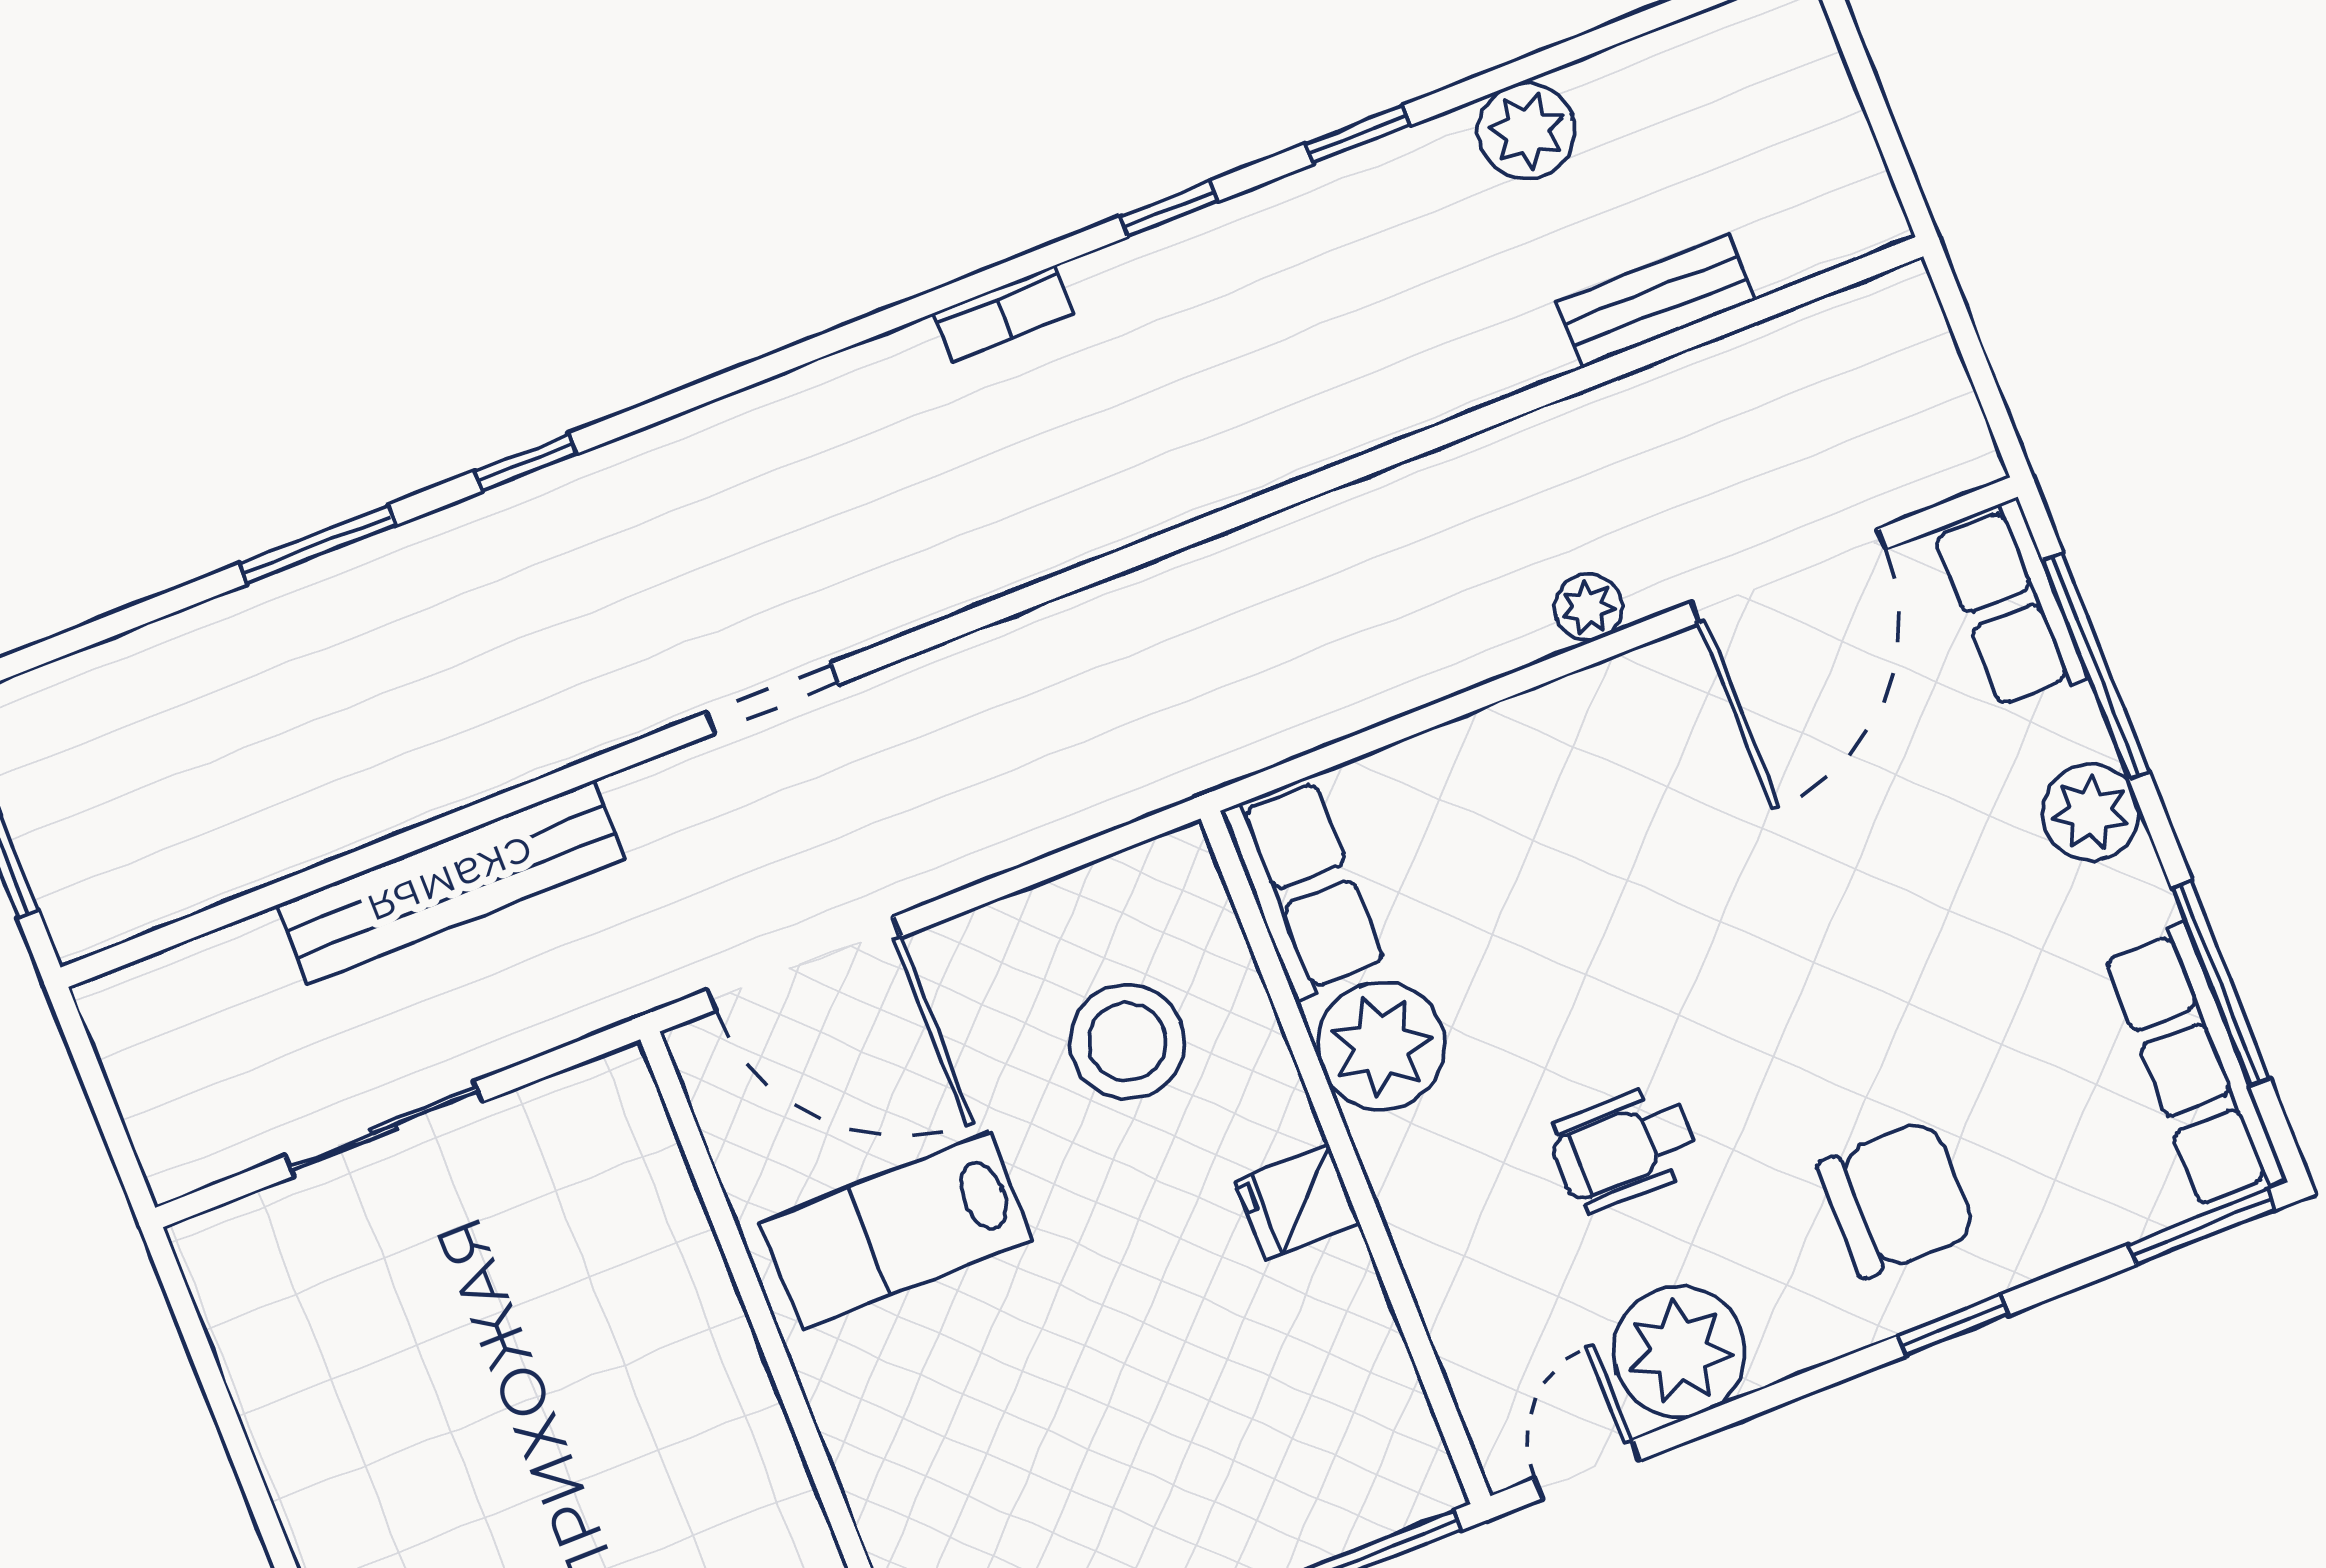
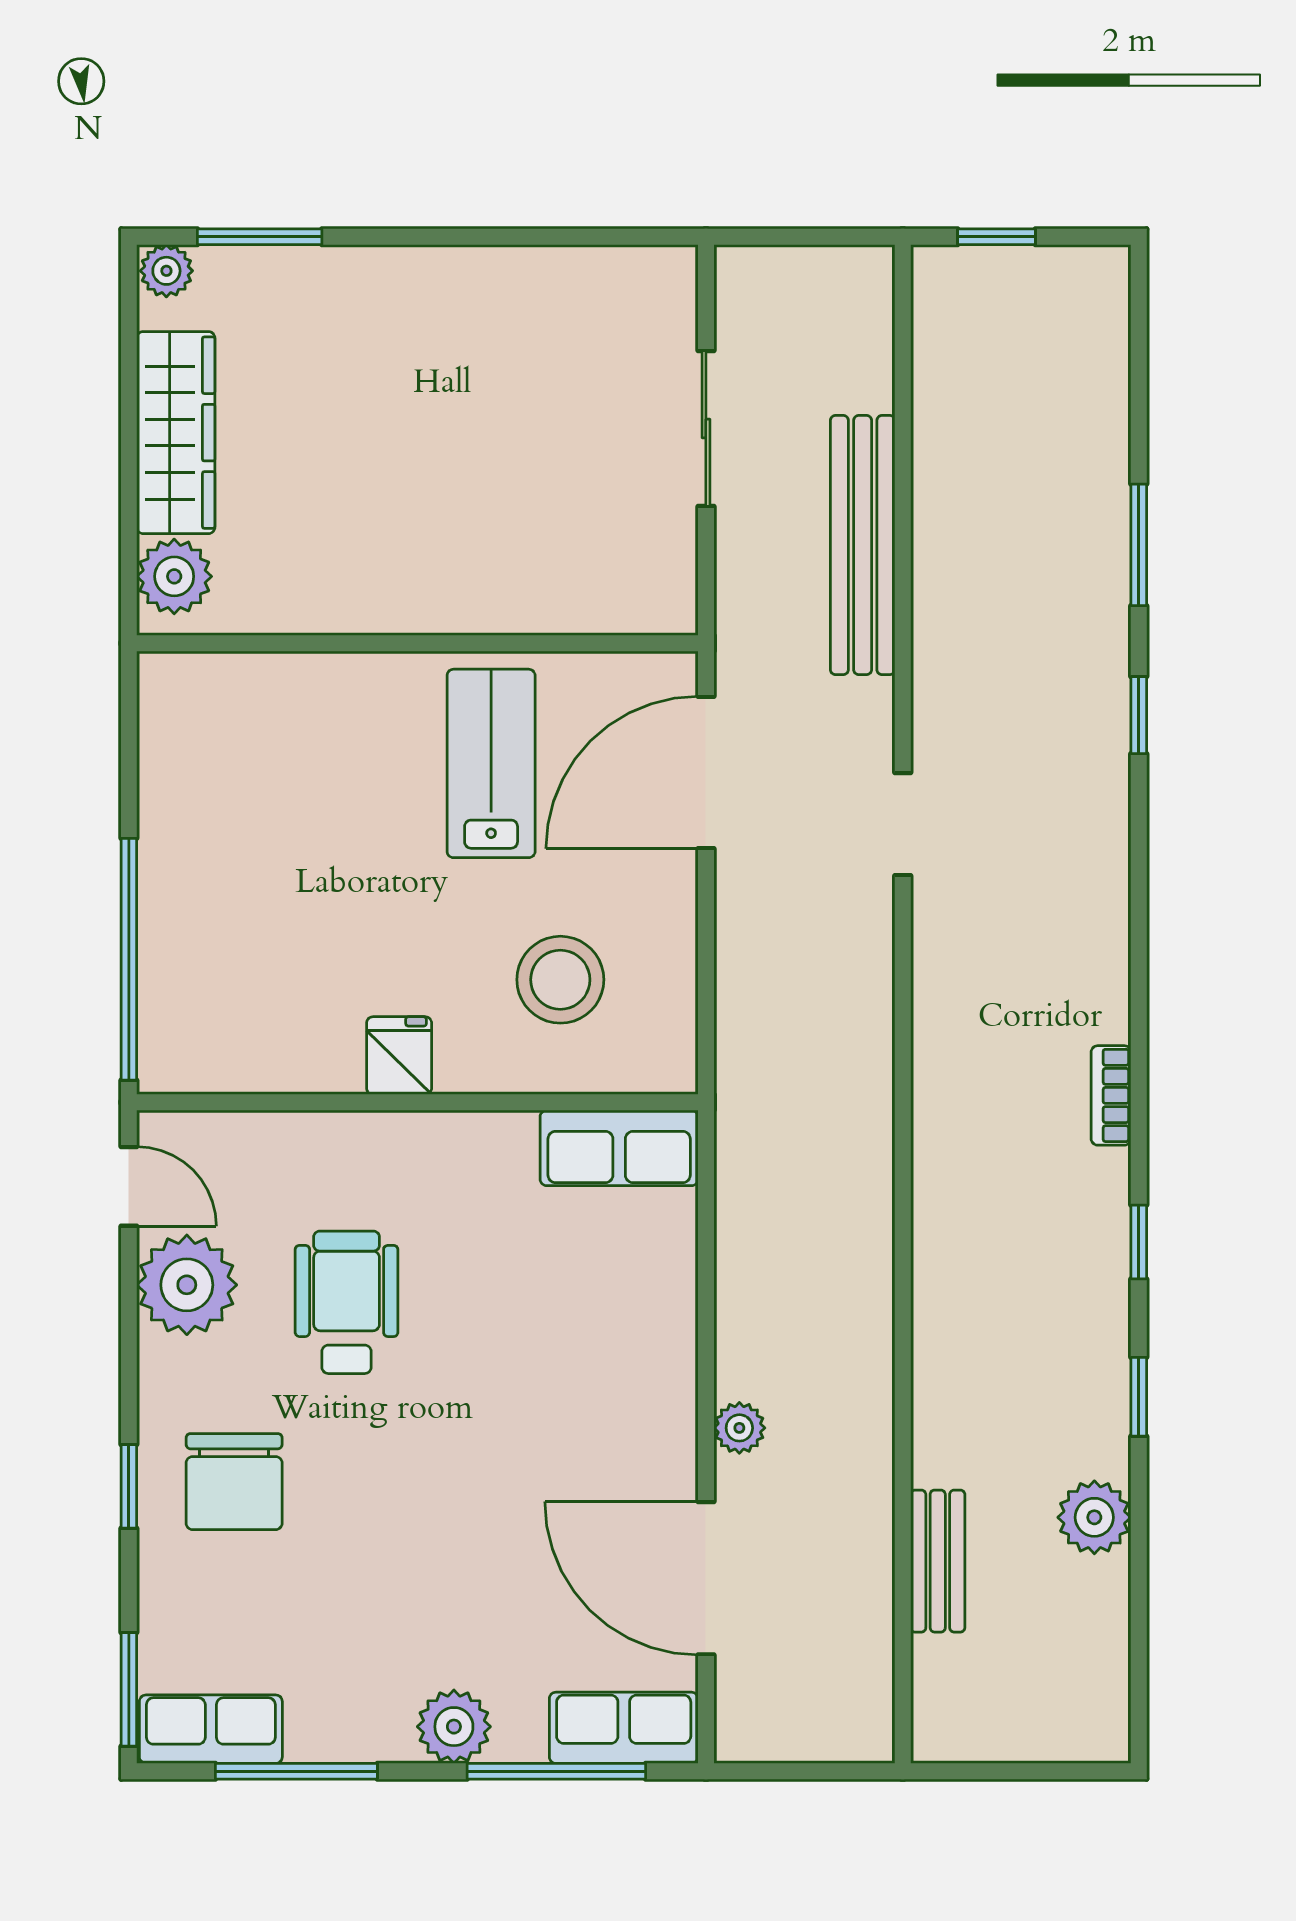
plant: (1381, 1046) -> (486, 1159), removed
row of seats: (2194, 1066) -> (211, 1729), width x0.68
wheelchair: (1624, 1148) -> (347, 1302), width x1.36, depth x1.37

